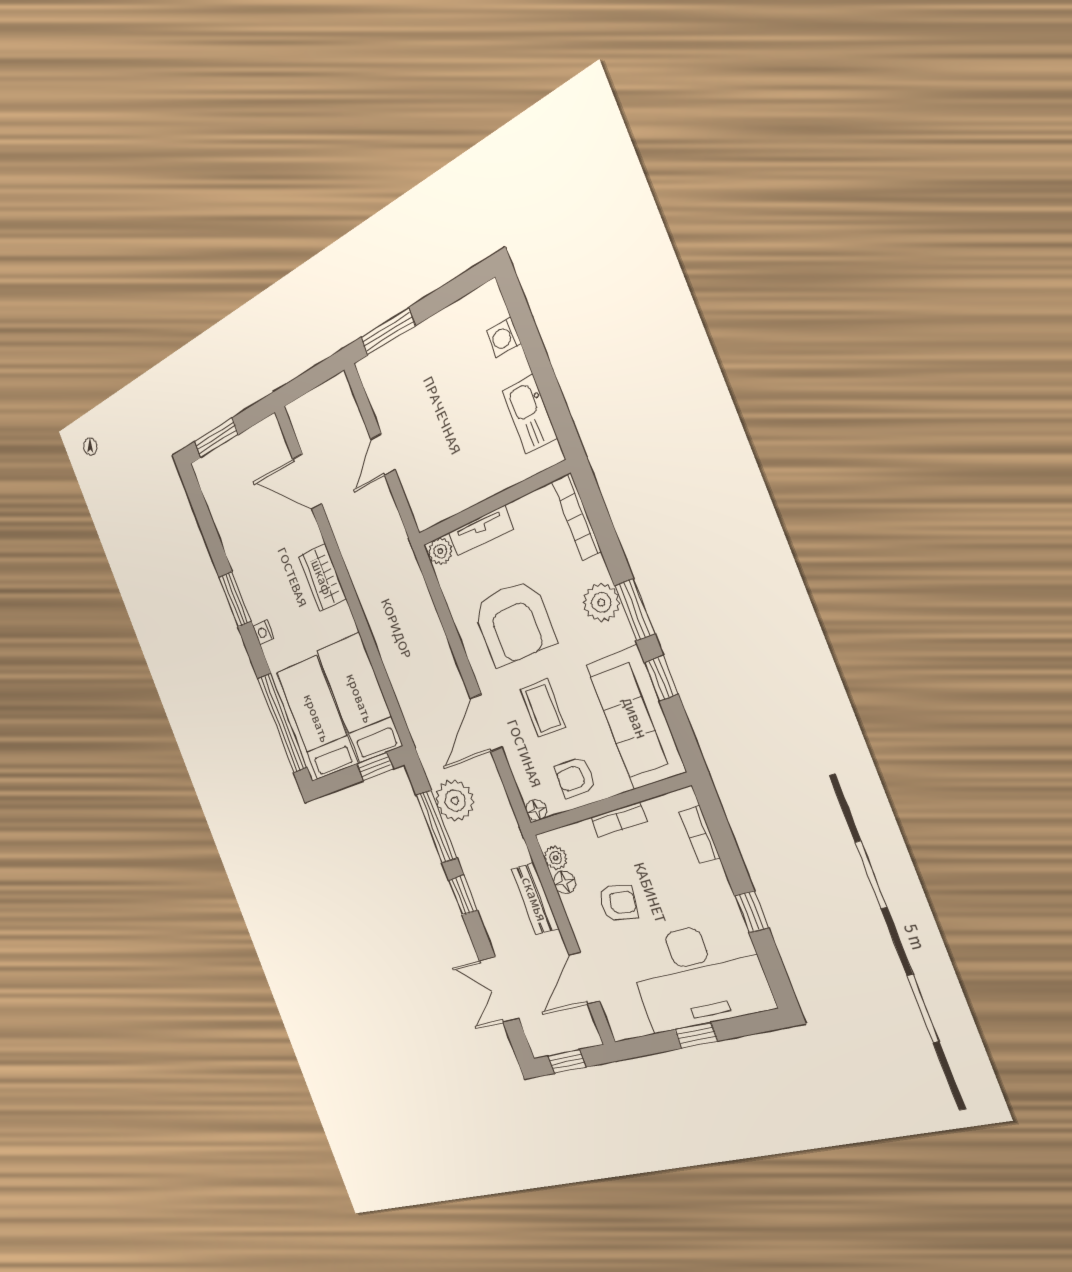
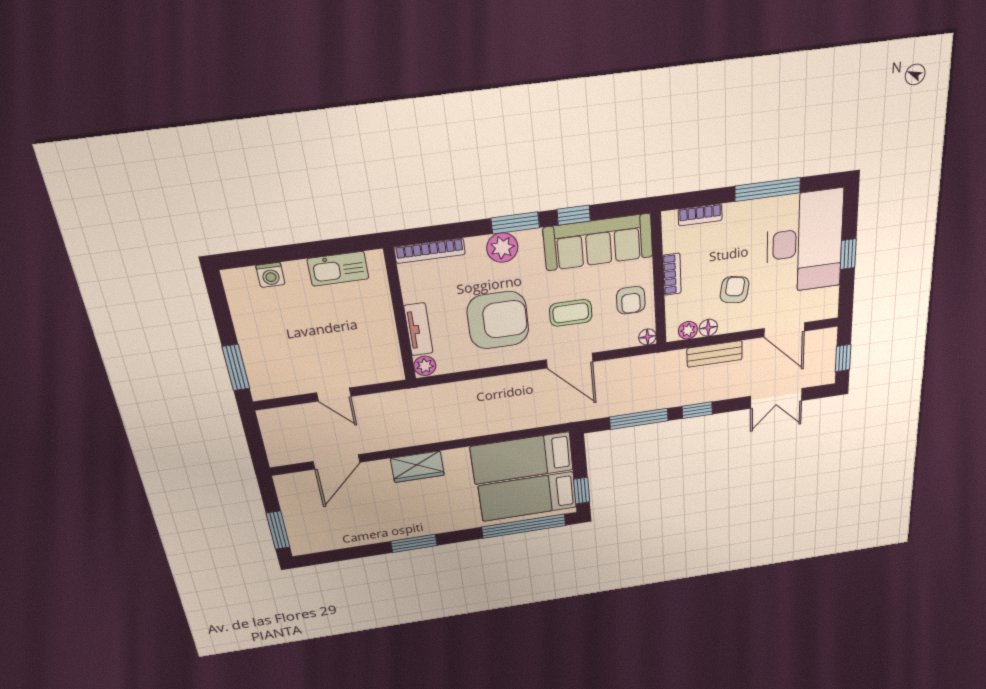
nightstand: (263, 632) -> (447, 526), removed
window: (375, 766) -> (582, 491), moved
plant: (455, 801) -> (623, 400), removed
window: (752, 912) -> (768, 189), width x2.17

